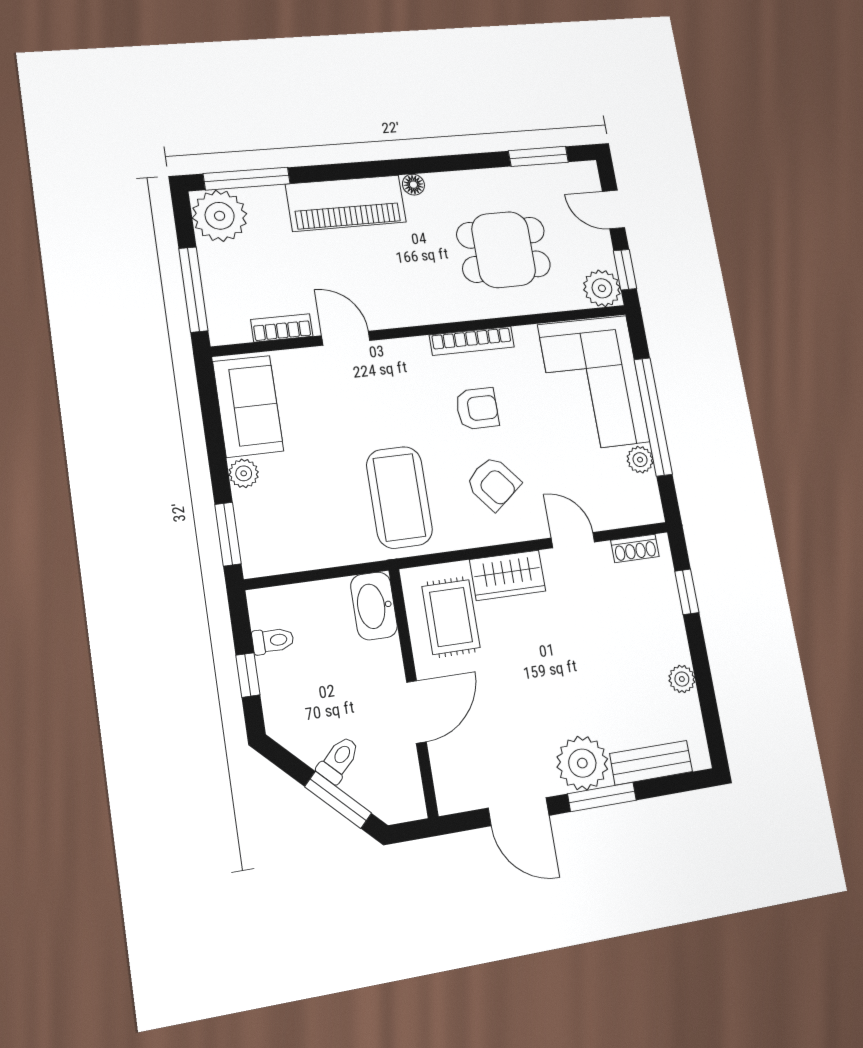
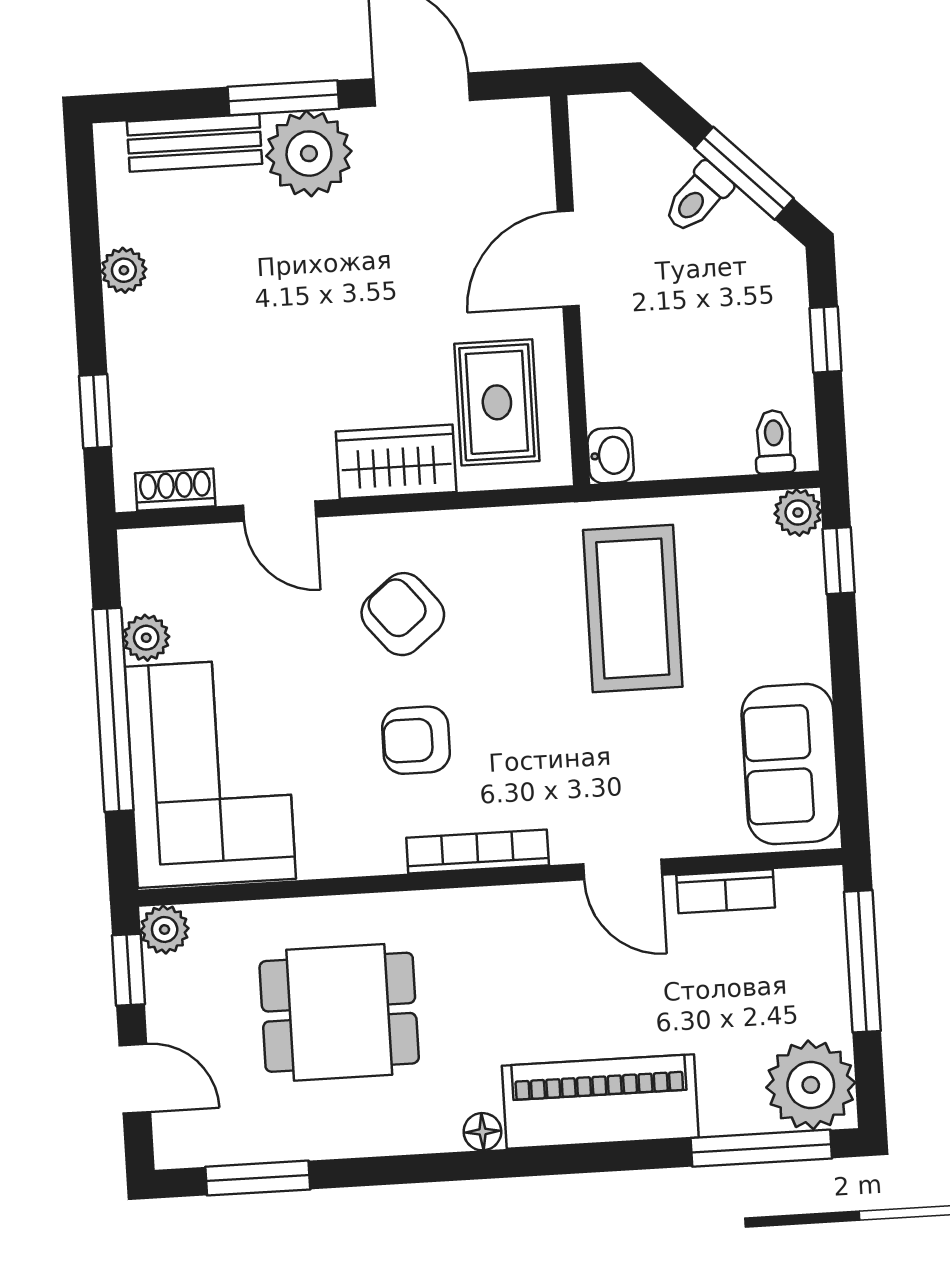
plant: (602, 288) -> (165, 929), width x0.73, depth x0.73
bookcase: (472, 341) -> (478, 851), moved
plant: (244, 473) -> (798, 513), moved
coffee table: (399, 497) -> (633, 608), moved
window: (228, 534) -> (839, 561), width x0.67
washbasin: (374, 606) -> (611, 455), width x0.52, depth x0.69
toilet: (273, 641) -> (774, 442), moved, turned 90
window: (338, 800) -> (744, 173), moved

